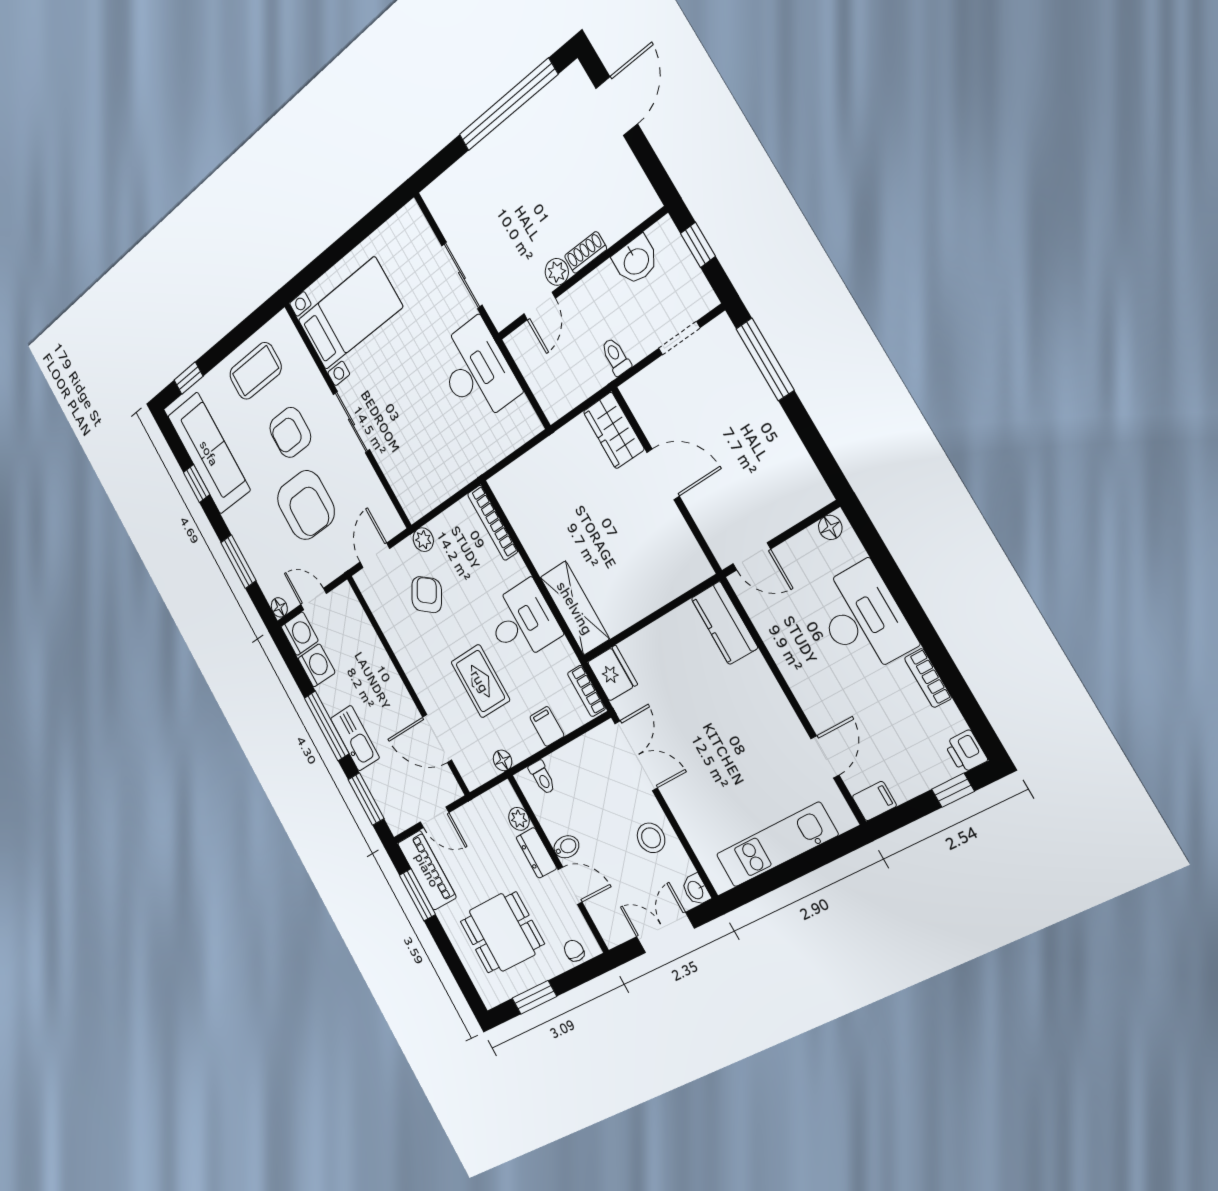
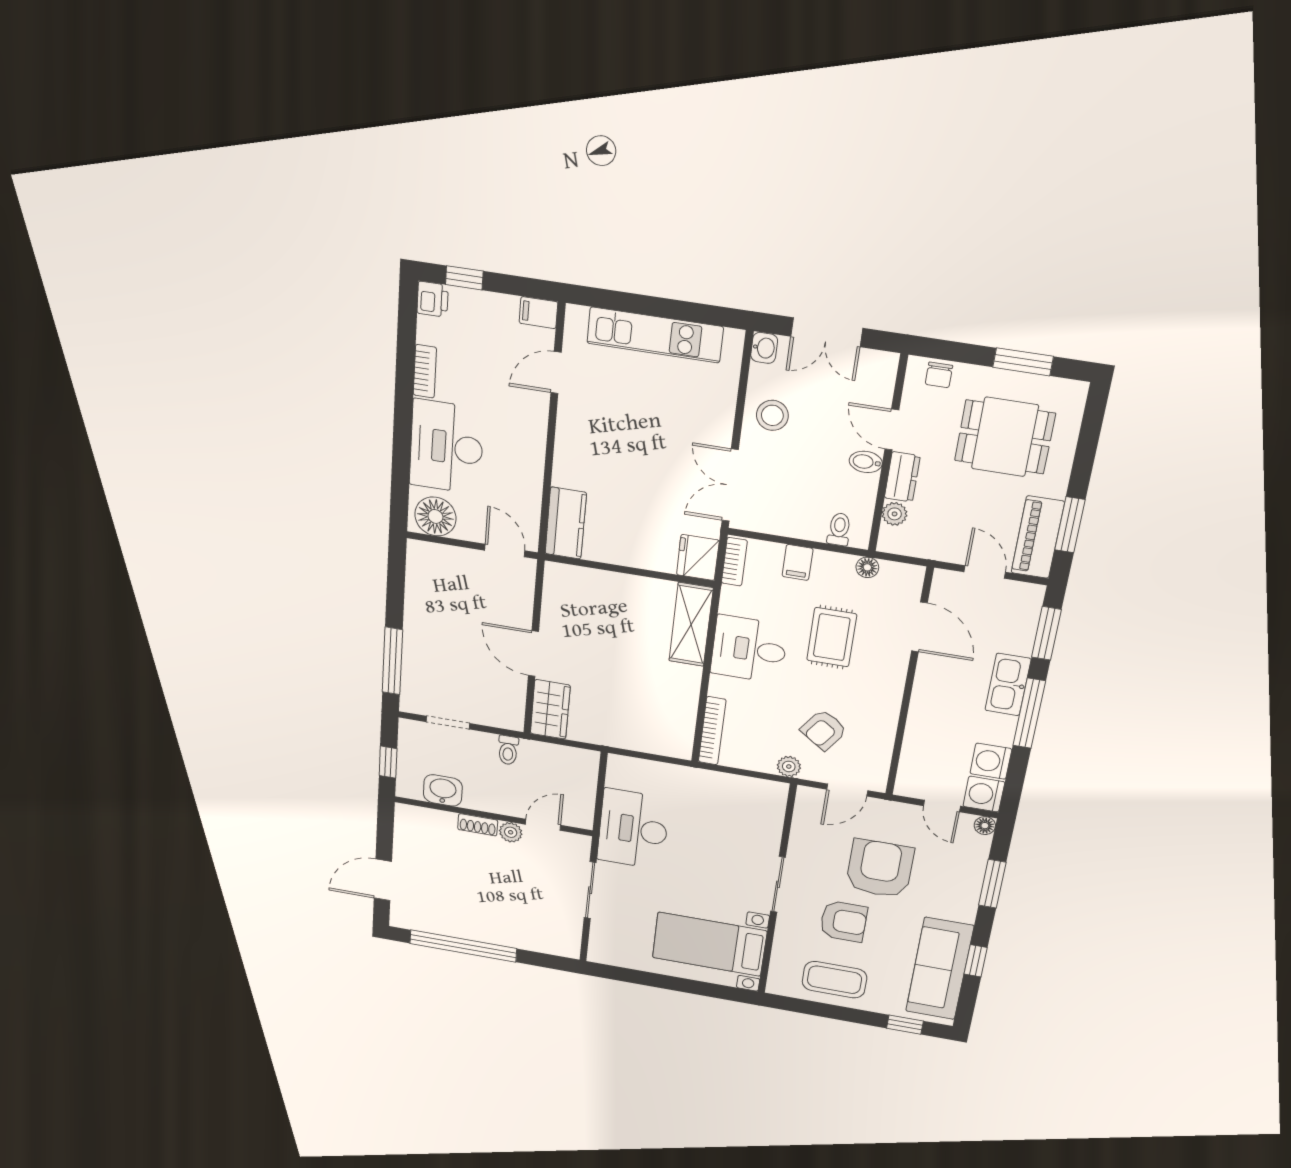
floor lamp: (830, 527) -> (435, 516), width x1.89, depth x1.89

